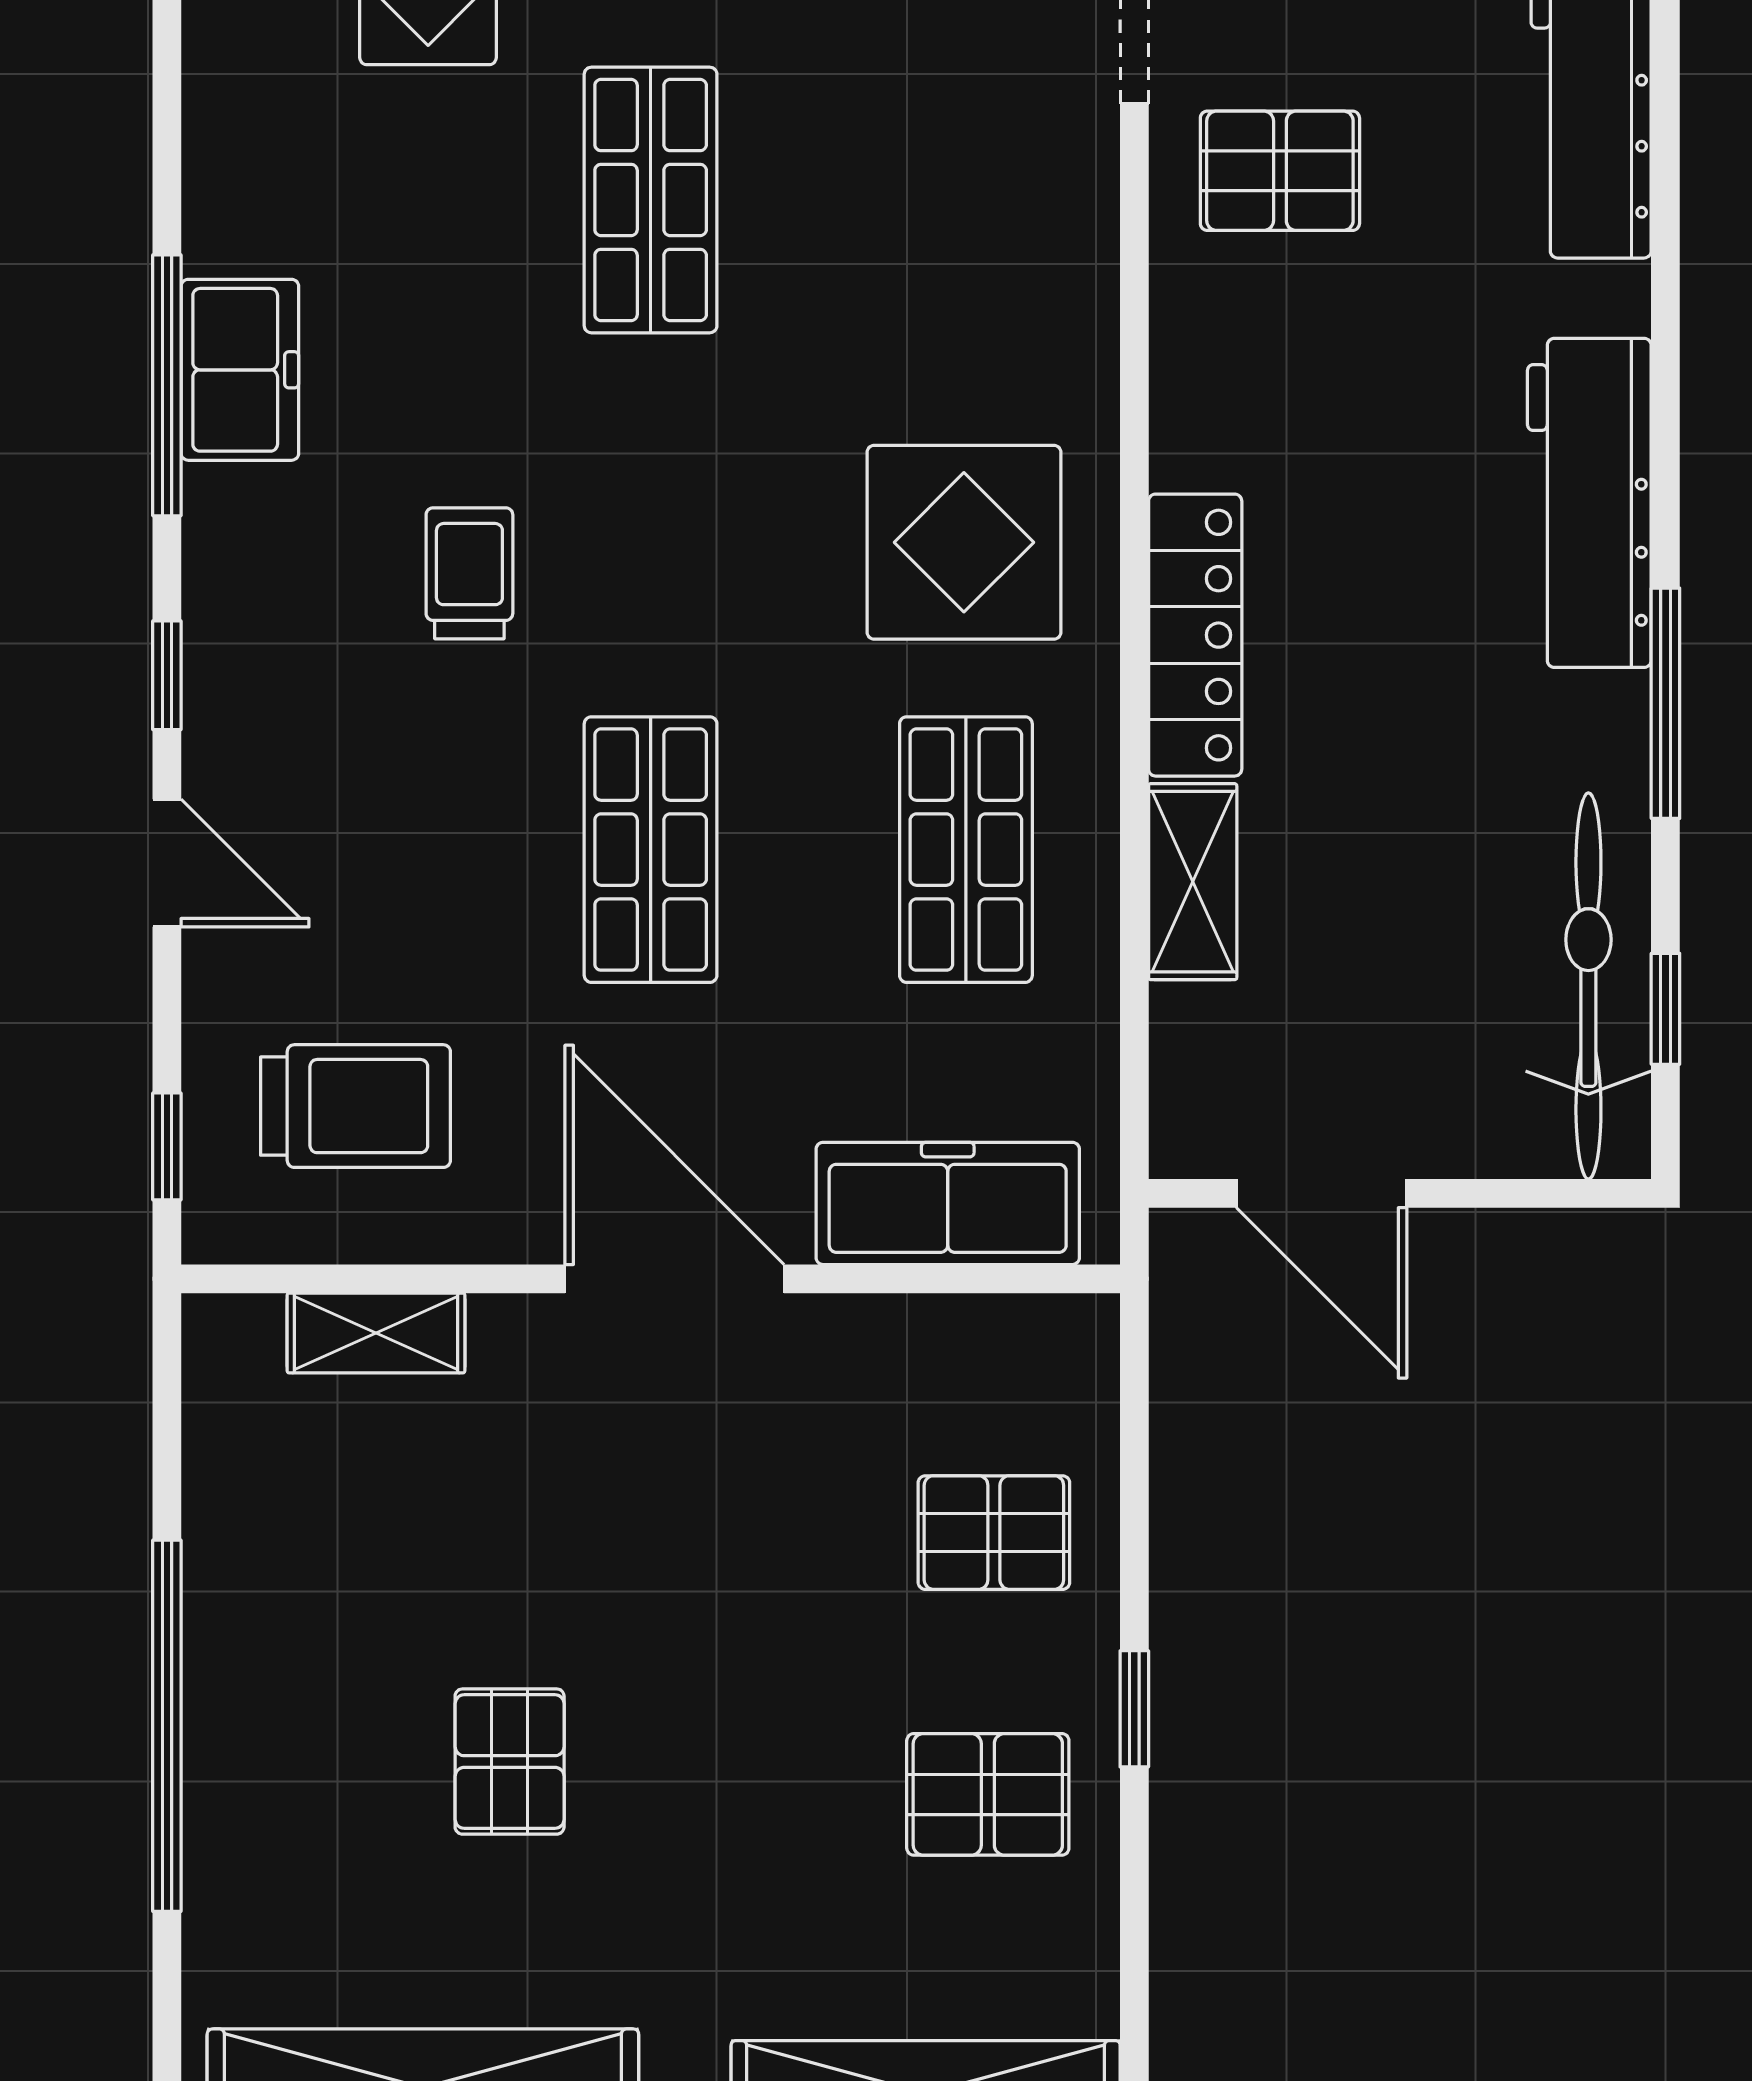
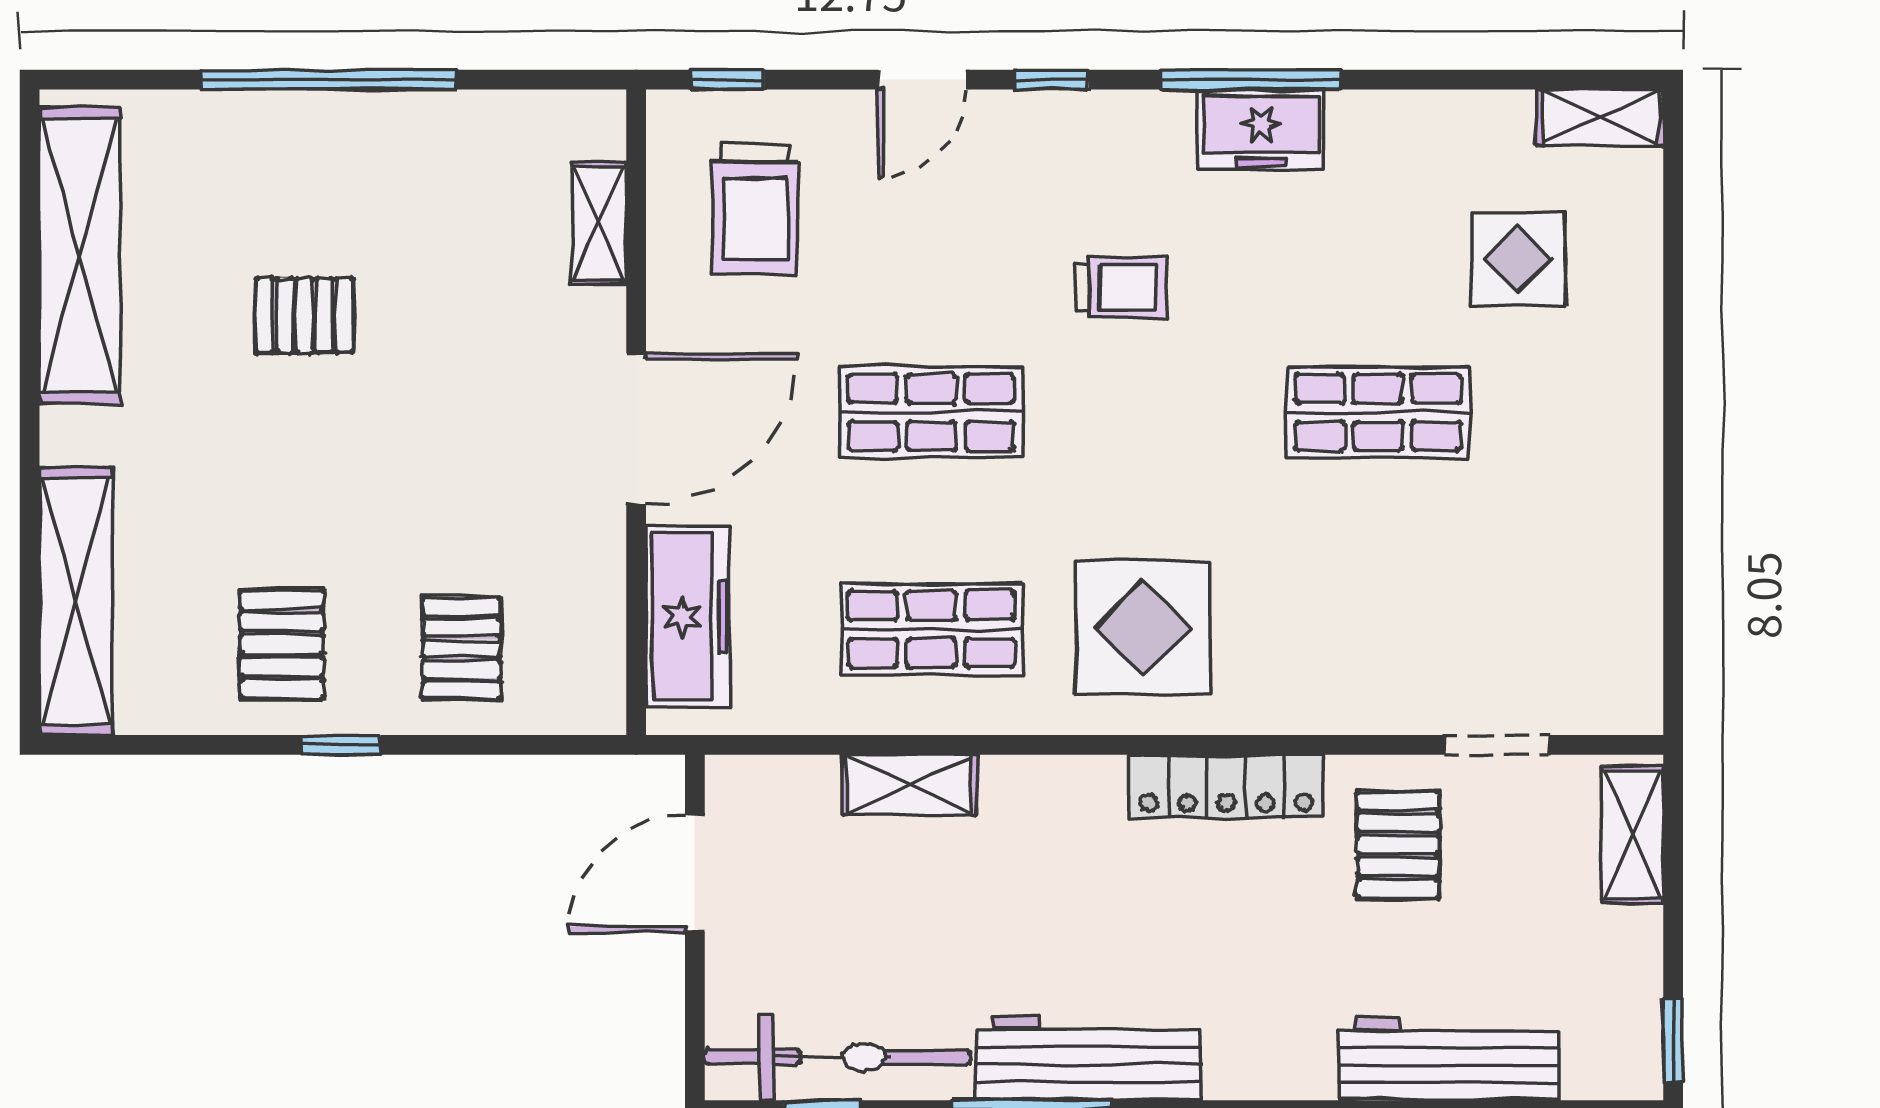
workbench: (1589, 503) -> (1089, 1058), moved
locker: (1195, 635) -> (1226, 787), moved

